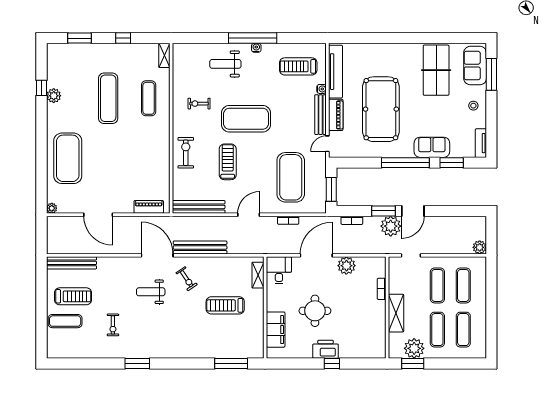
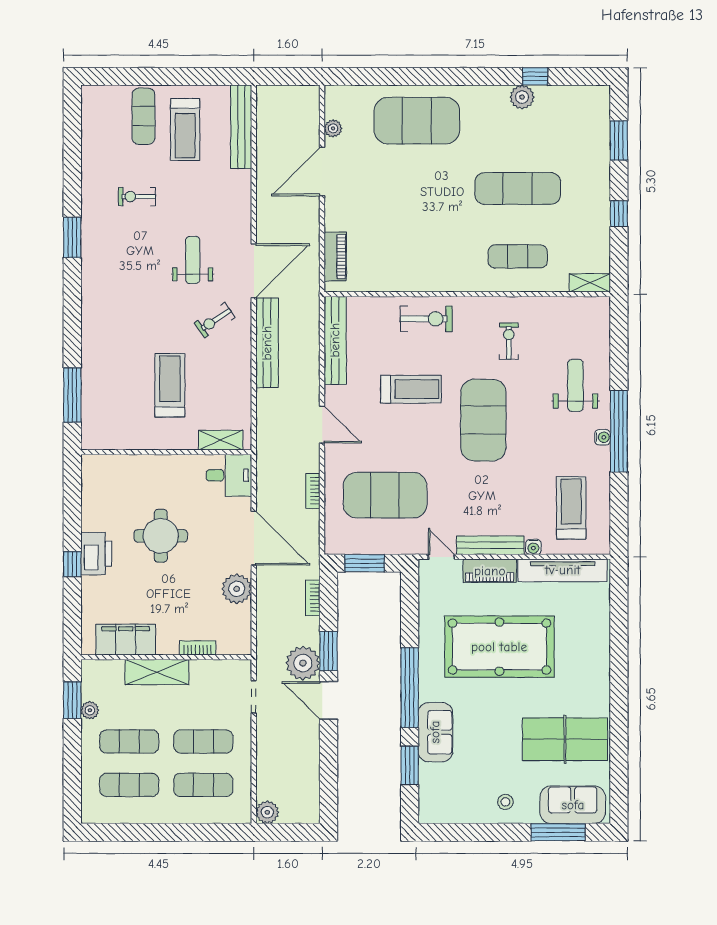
tv unit: (481, 143) -> (442, 814), removed
plant: (52, 208) -> (333, 128), moved
filing cabinet: (276, 330) -> (126, 640), moved, turned 180
plant: (414, 348) -> (90, 710), width x0.53, depth x0.53

